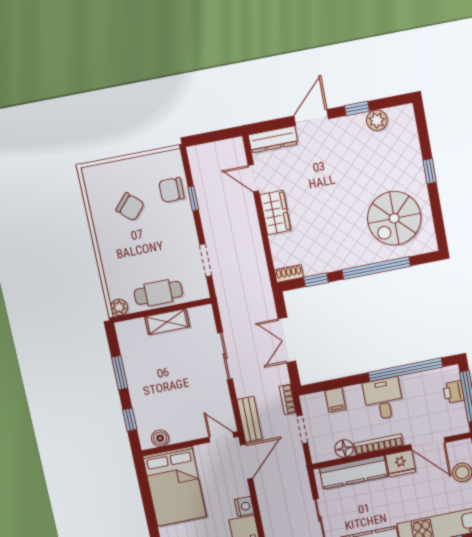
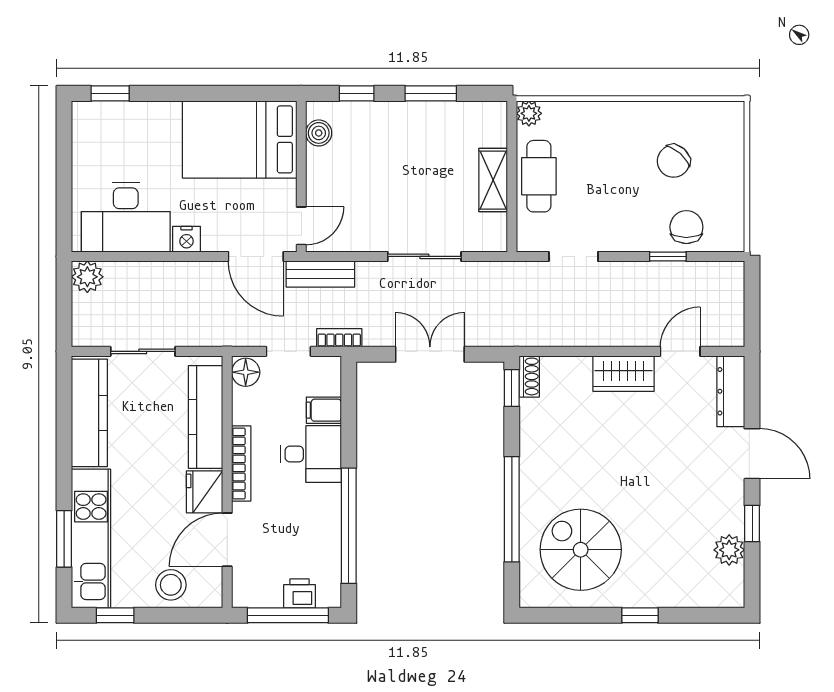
window: (316, 280) -> (512, 388), moved
desk: (383, 399) -> (311, 454), moved
floor lamp: (344, 448) -> (246, 372), moved

